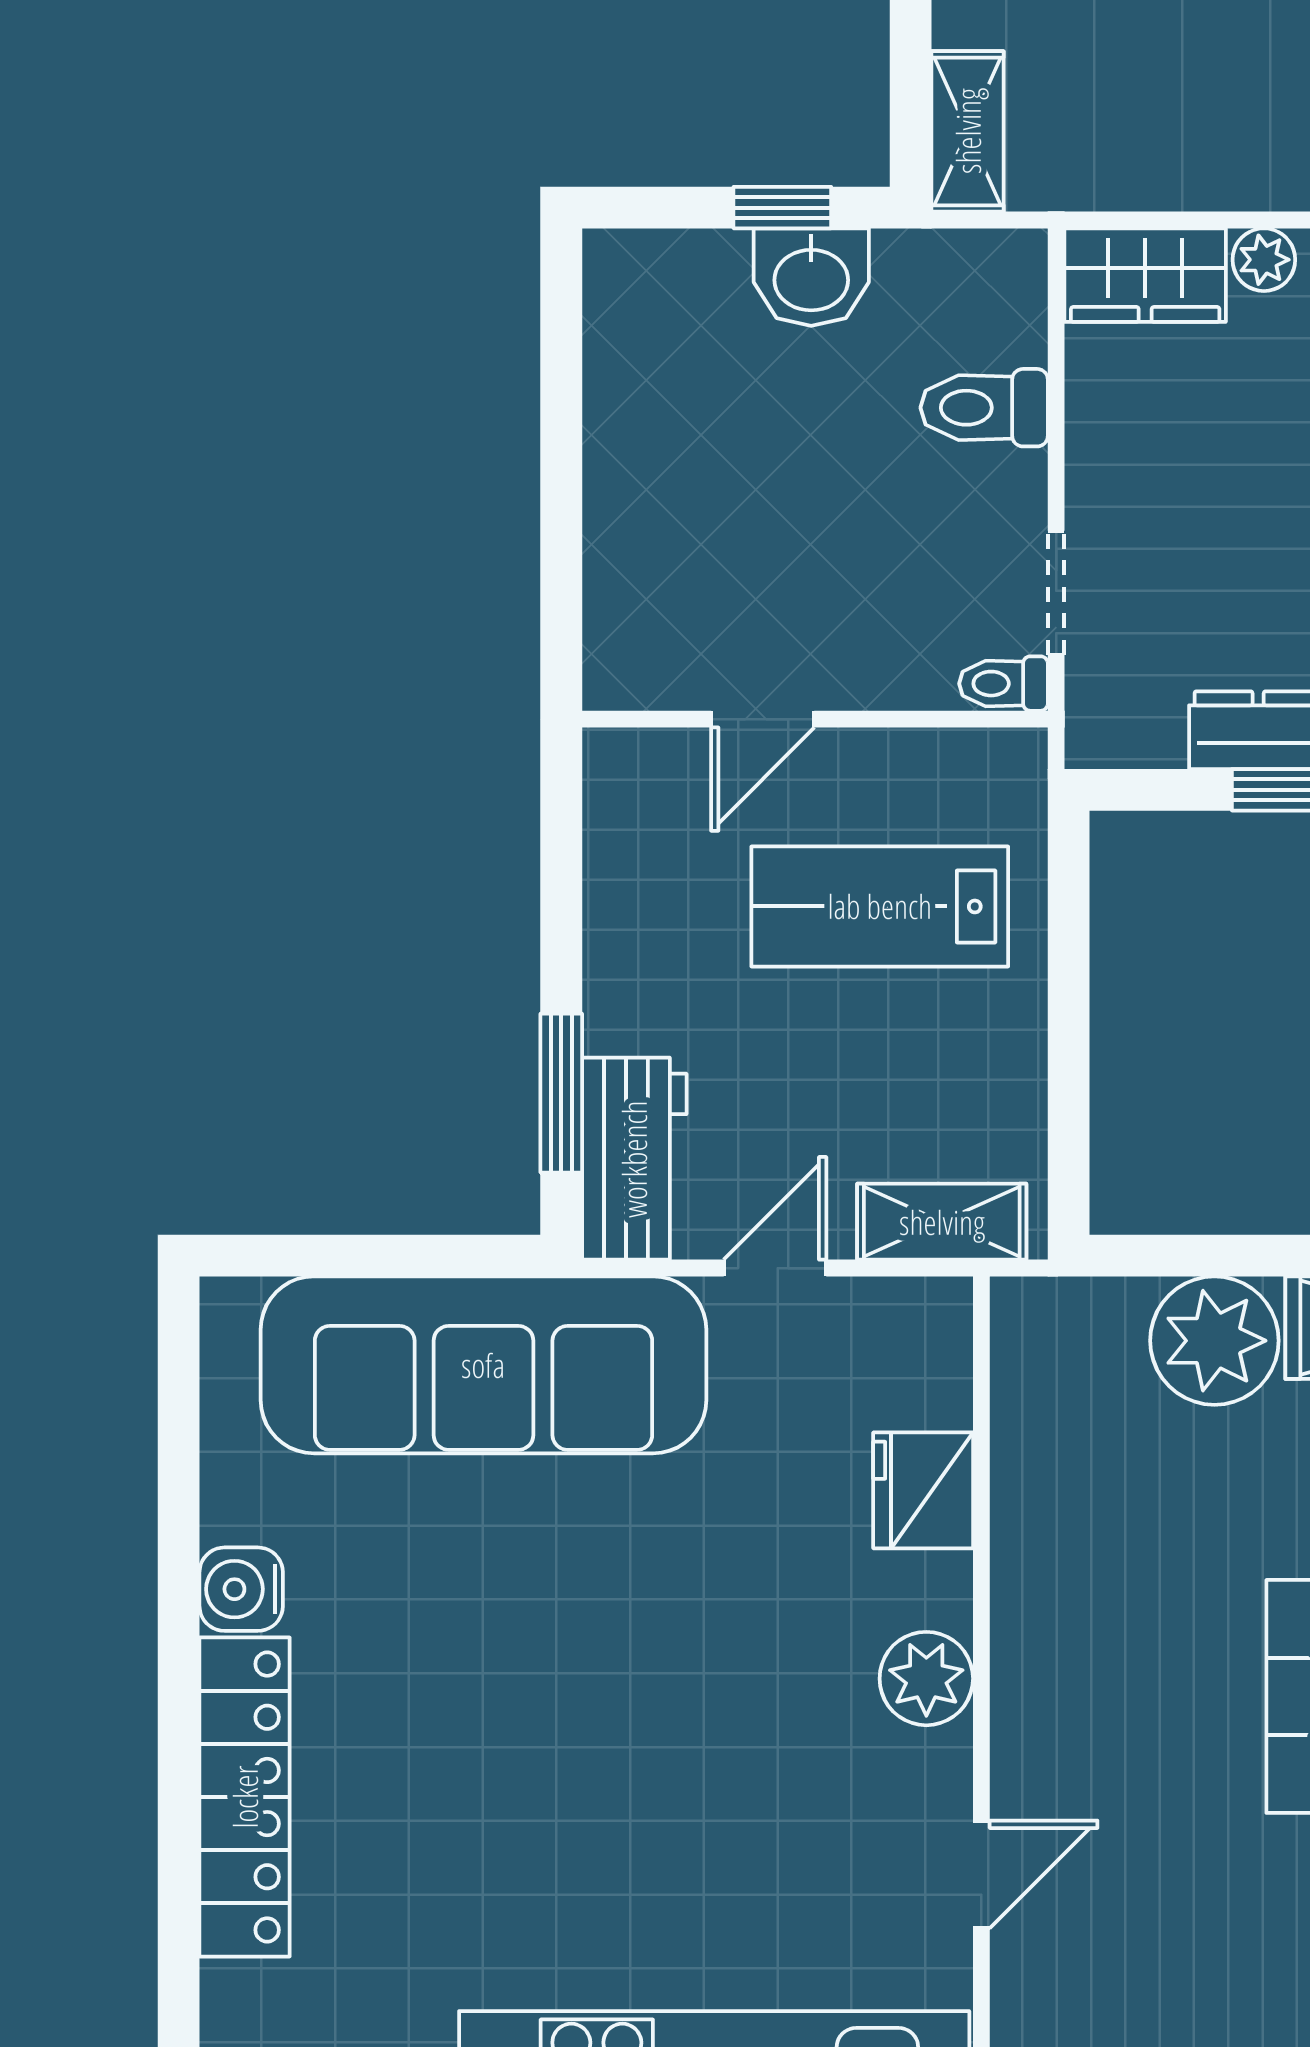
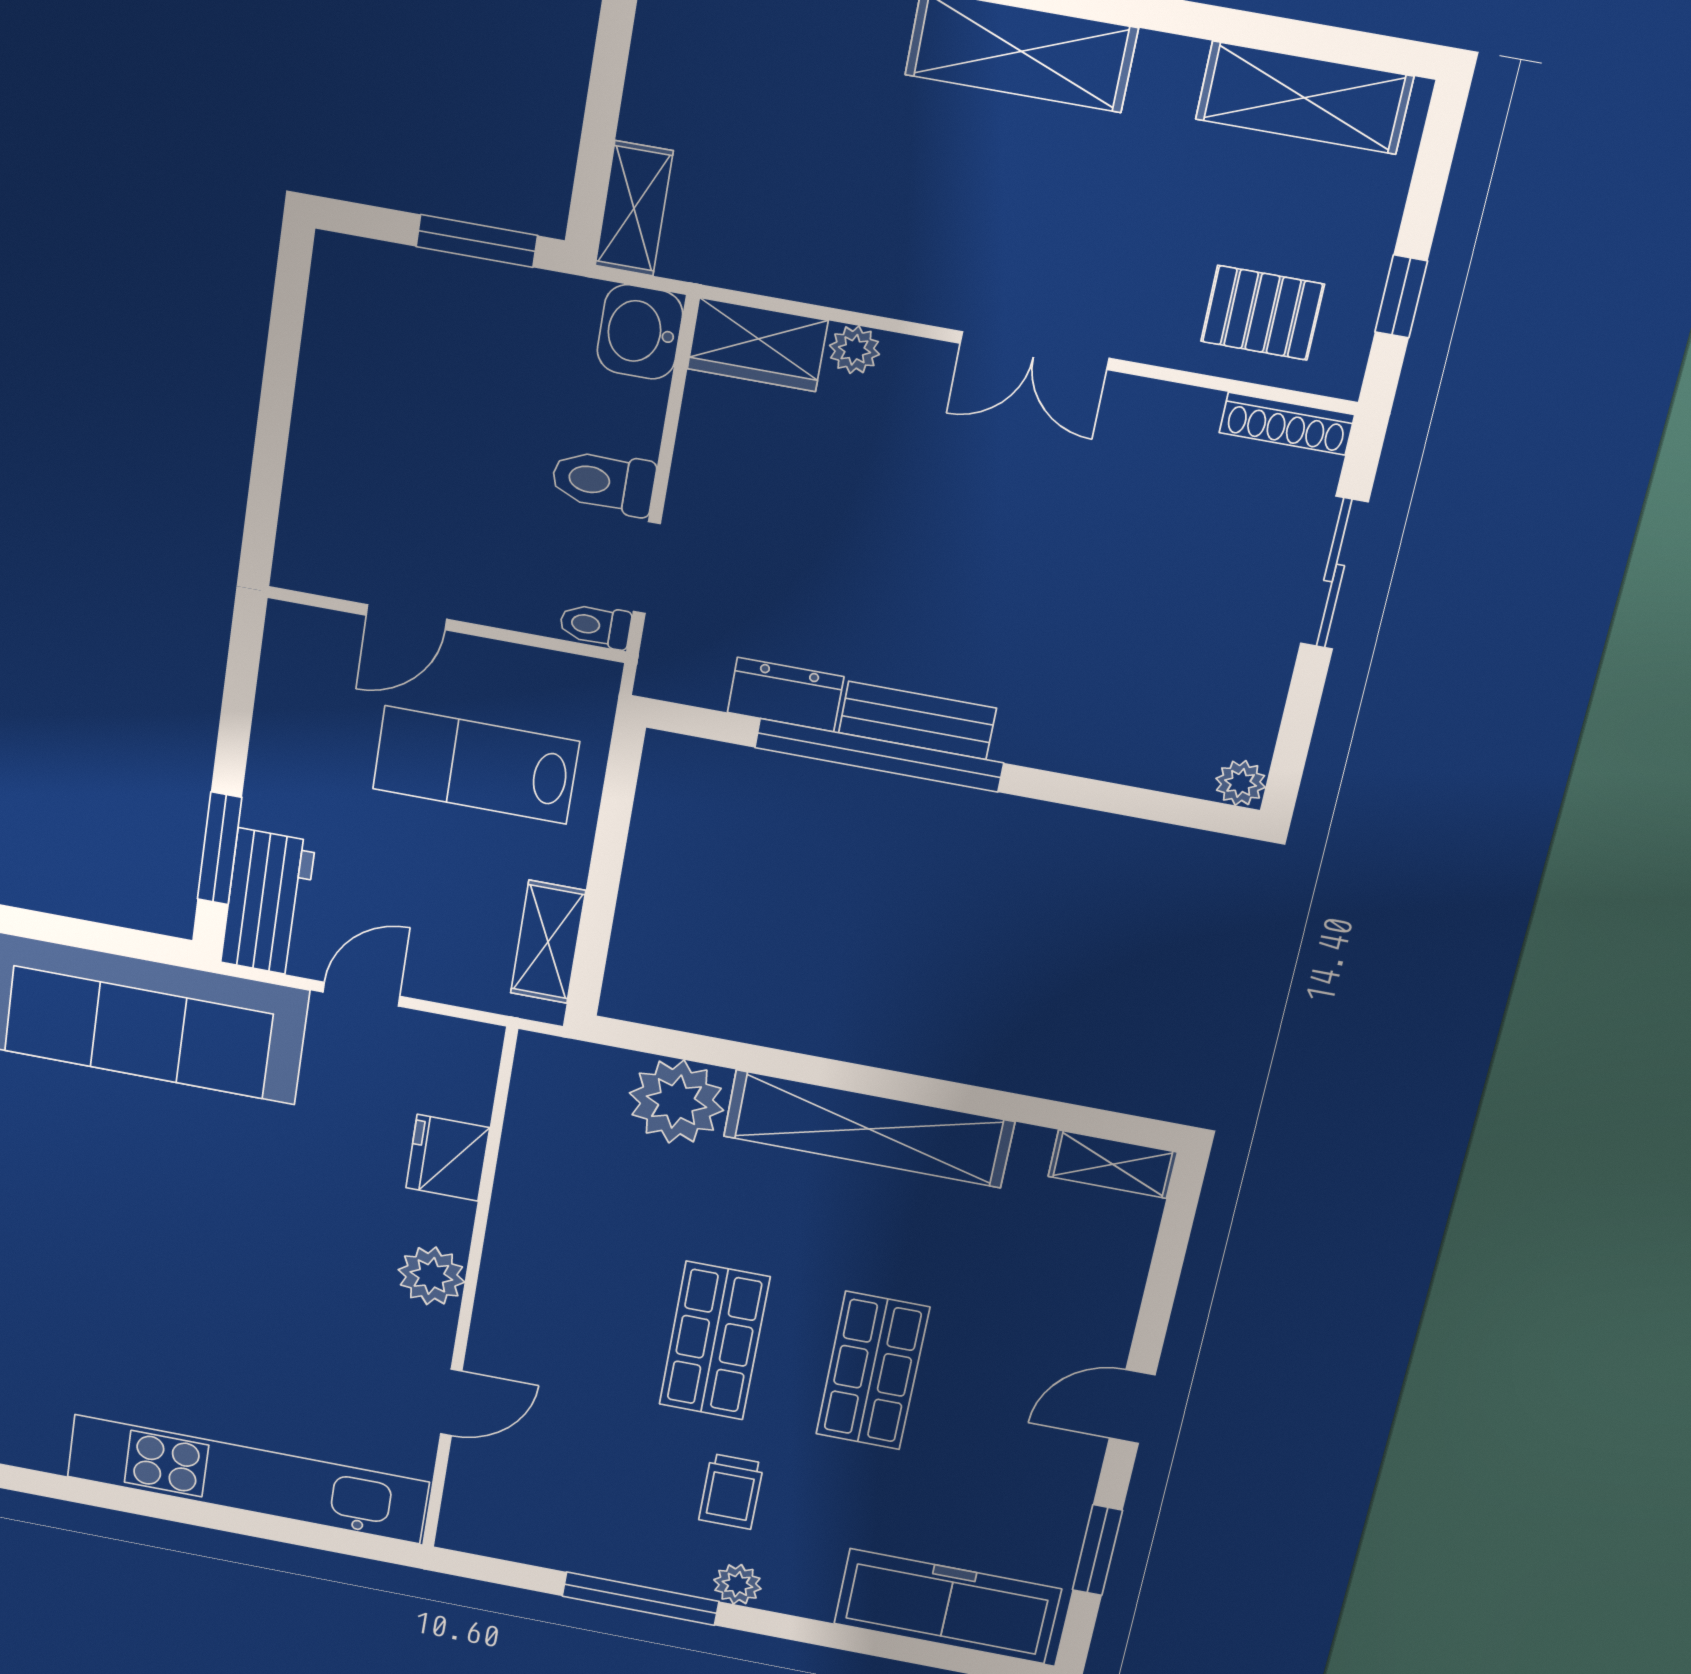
window: (782, 208) -> (477, 241), width x1.50
washbasin: (811, 277) -> (640, 332), moved, turned 90
toilet: (984, 408) -> (603, 482), moved
shelving: (942, 1222) -> (548, 942), moved, turned 90

